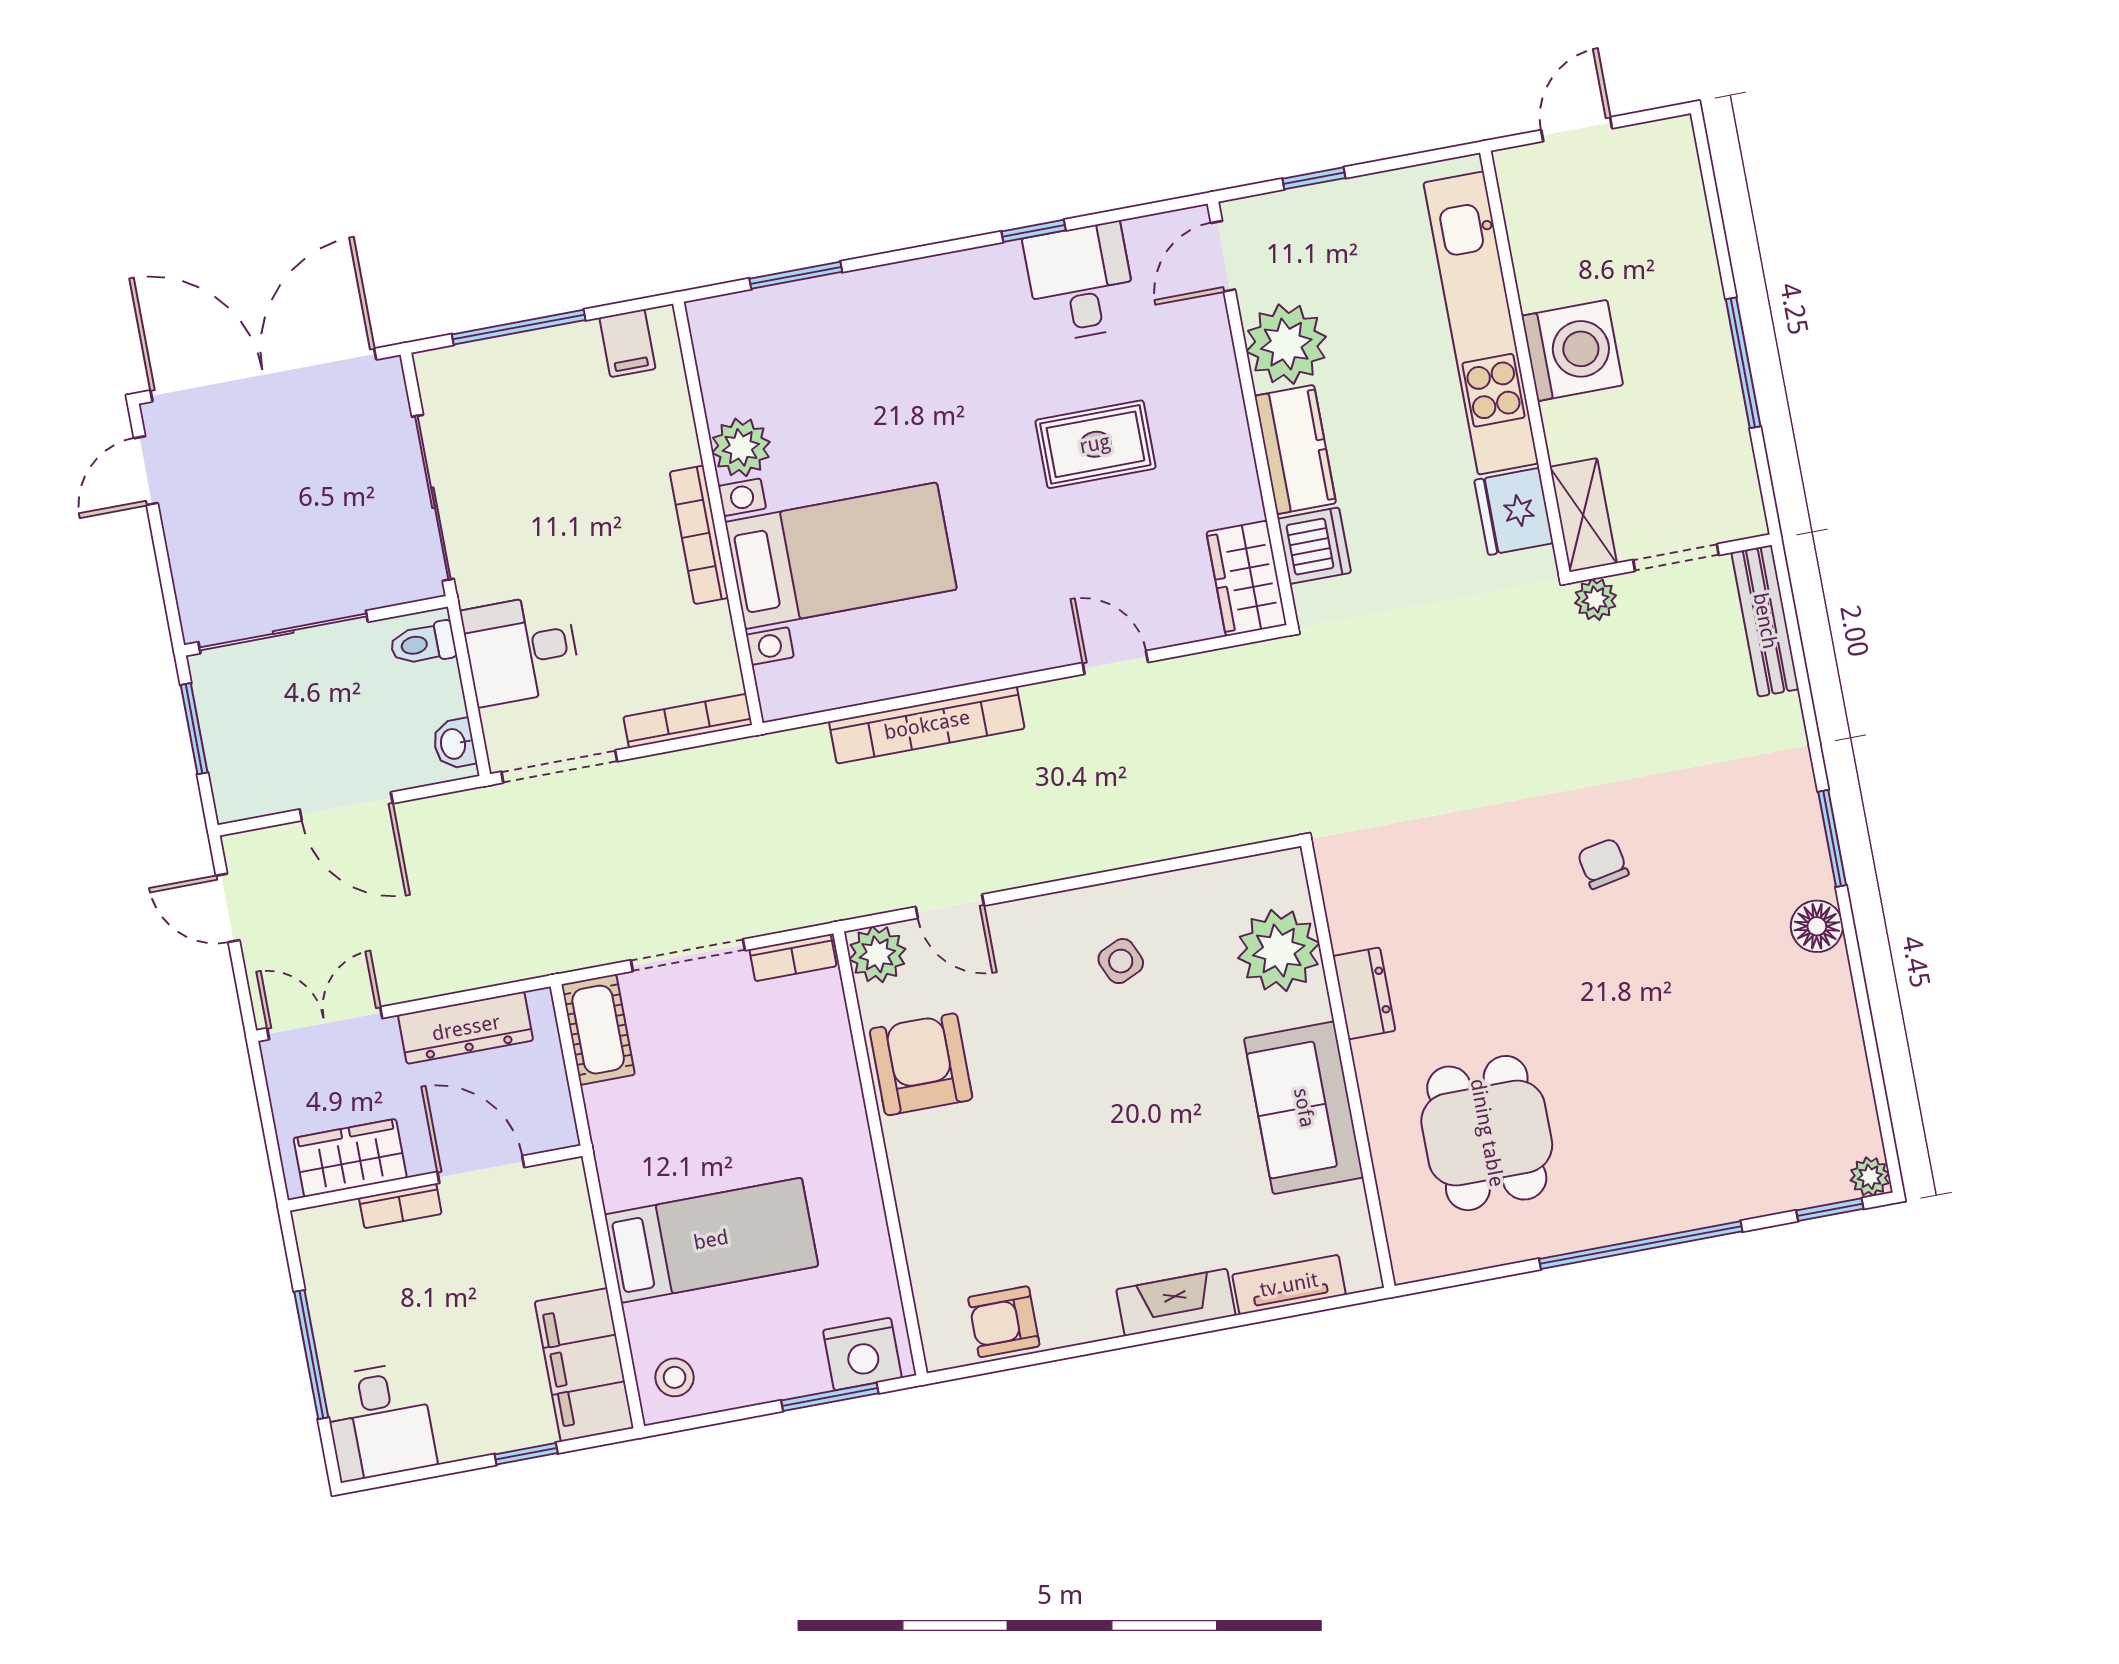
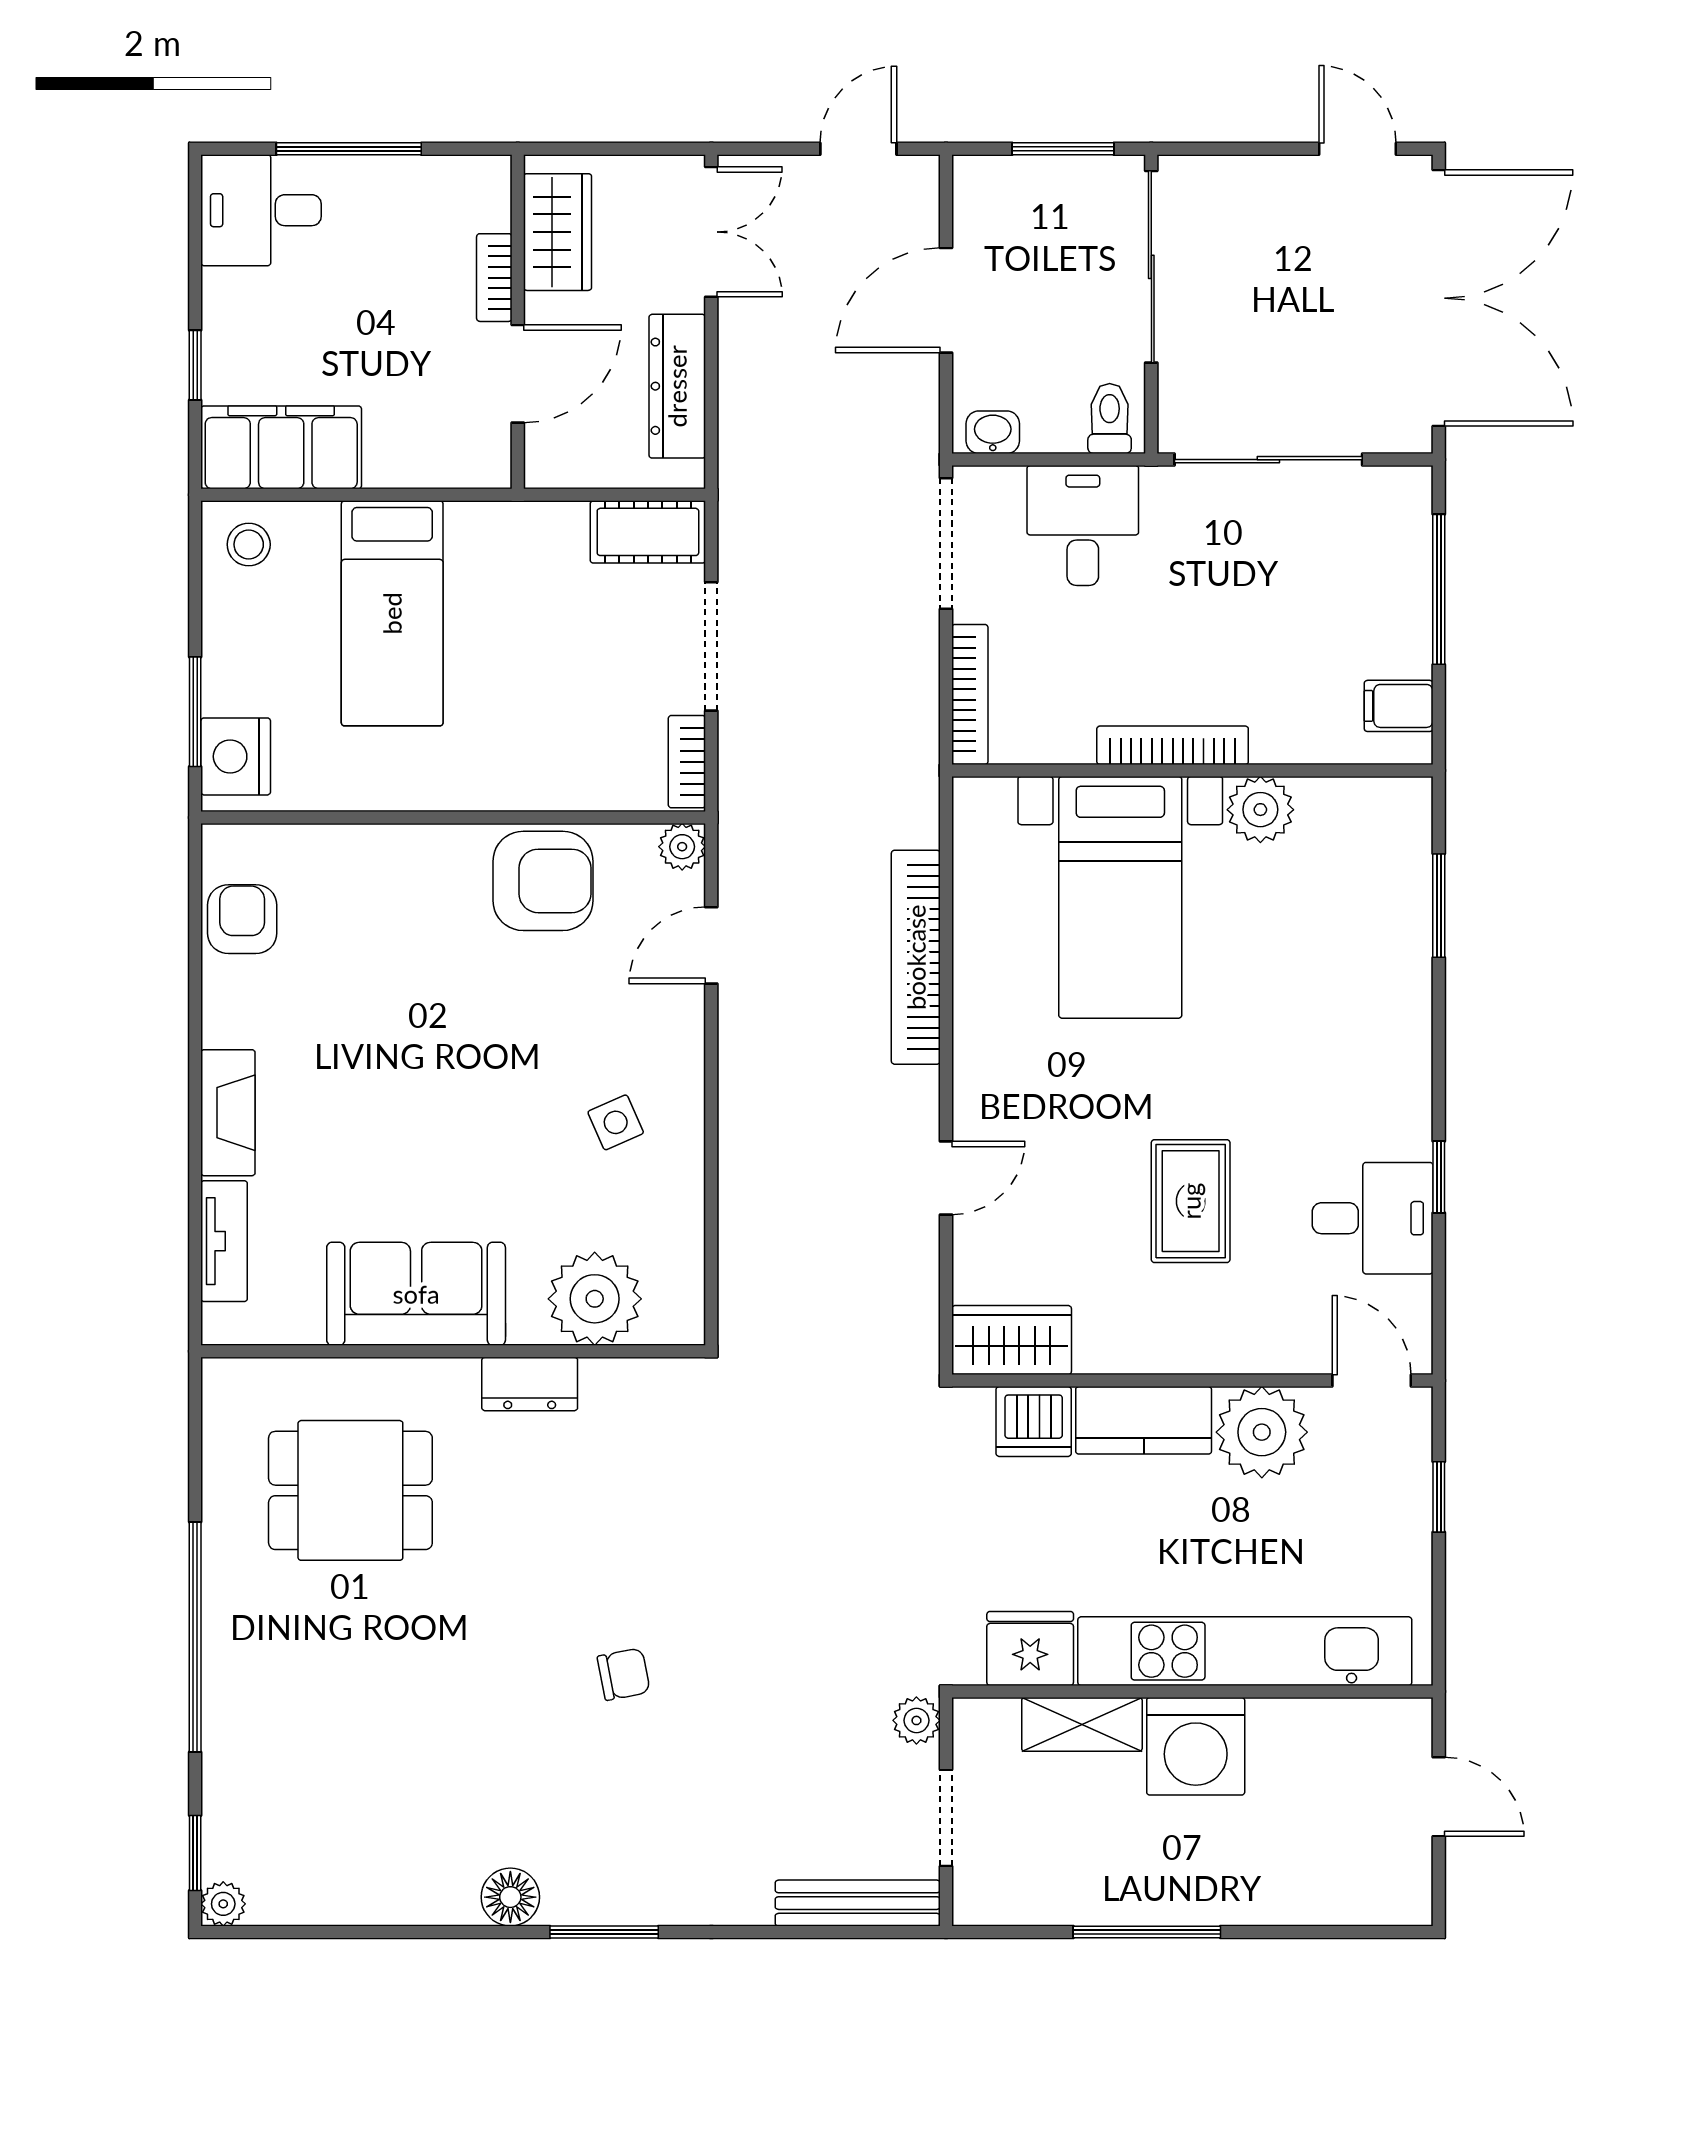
shelving: (1583, 515) -> (1082, 1724), moved
plant: (877, 954) -> (682, 847), width x0.73, depth x0.73

